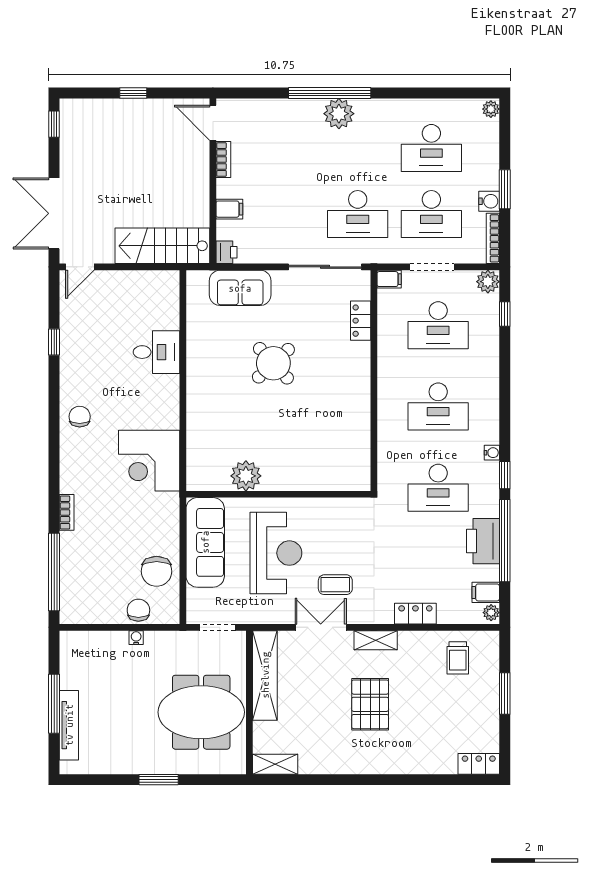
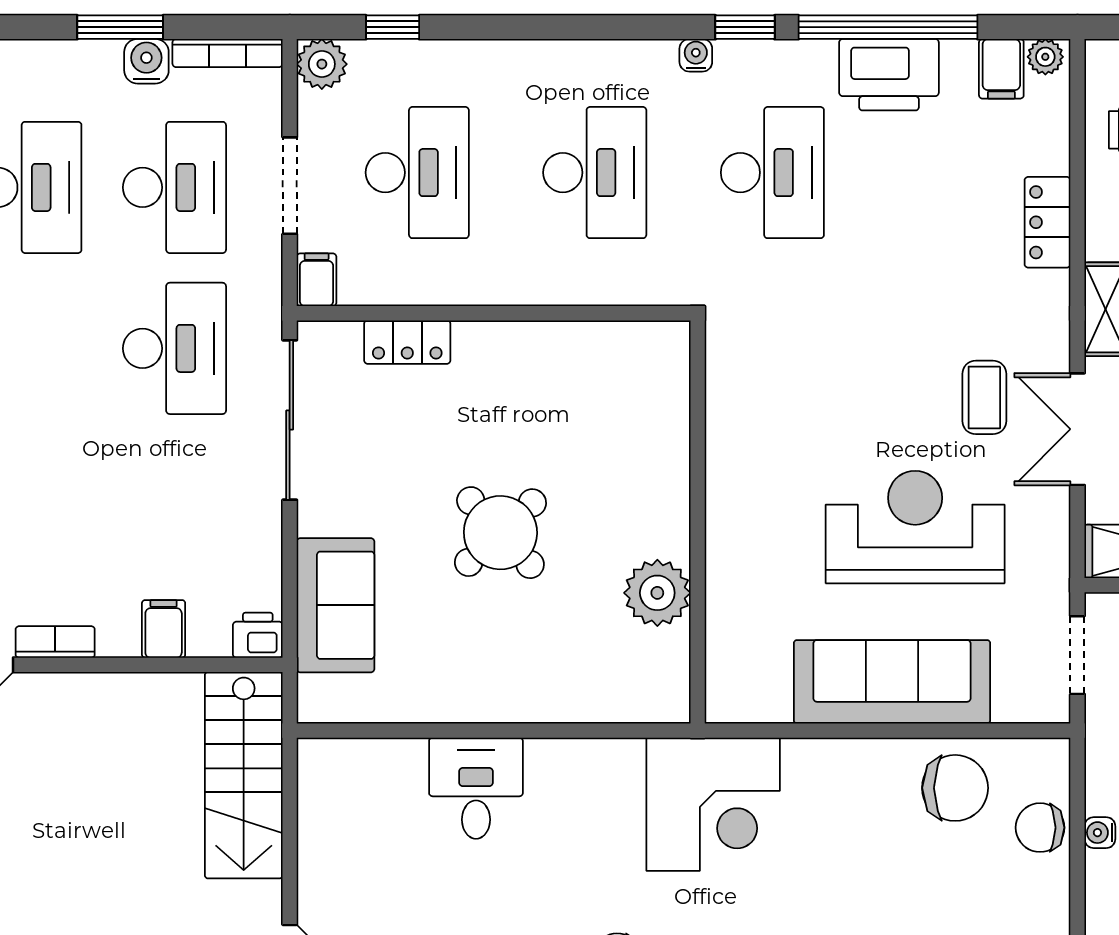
plant: (246, 476) -> (657, 593), moved
wall: (278, 494) -> (698, 522), moved

